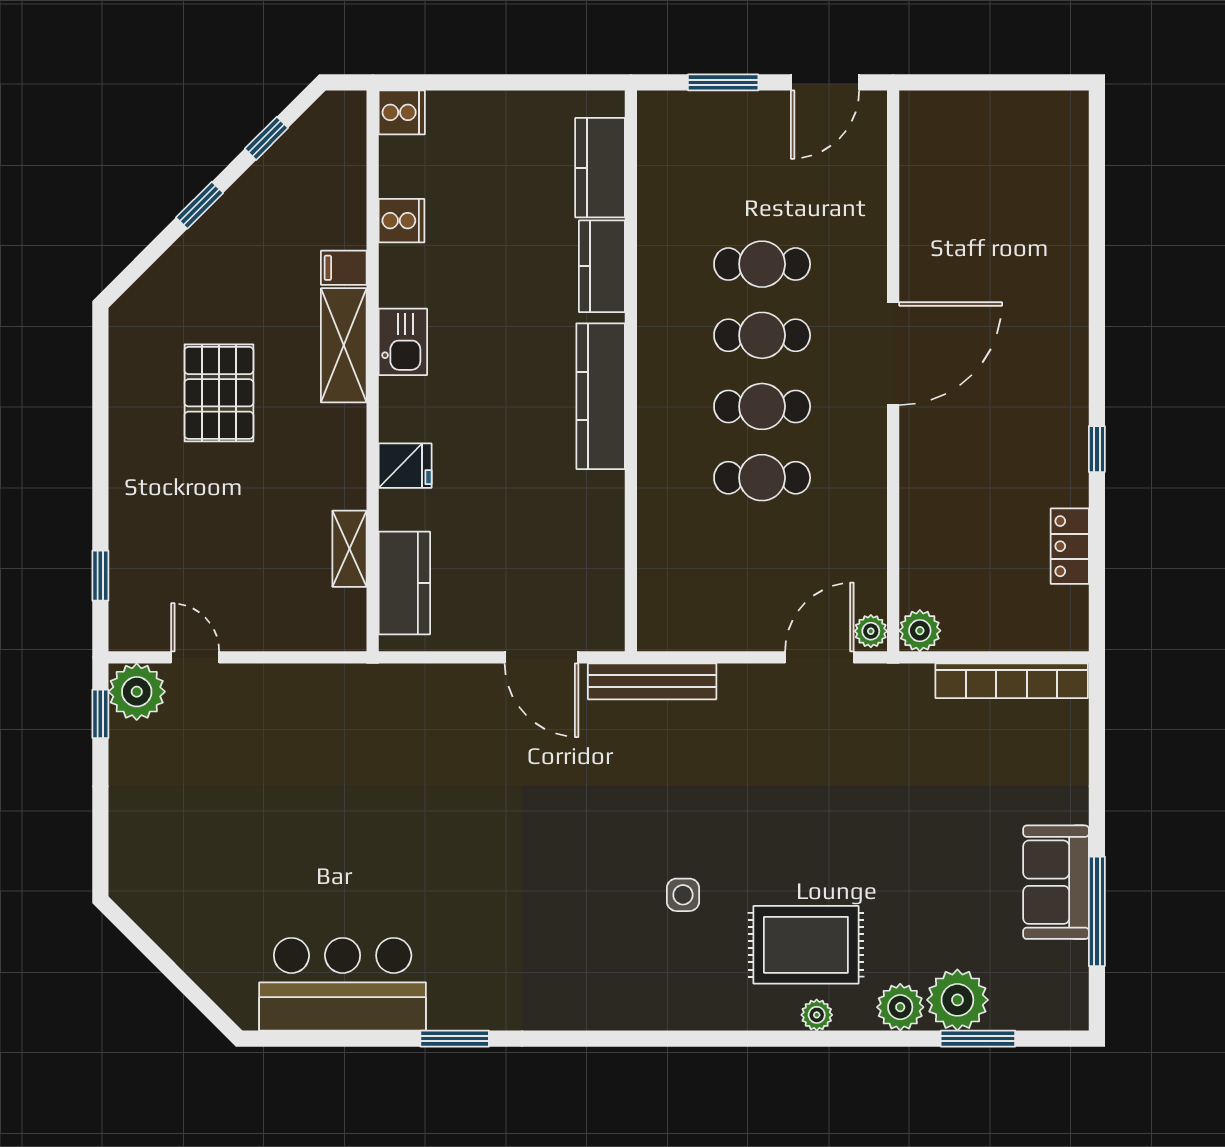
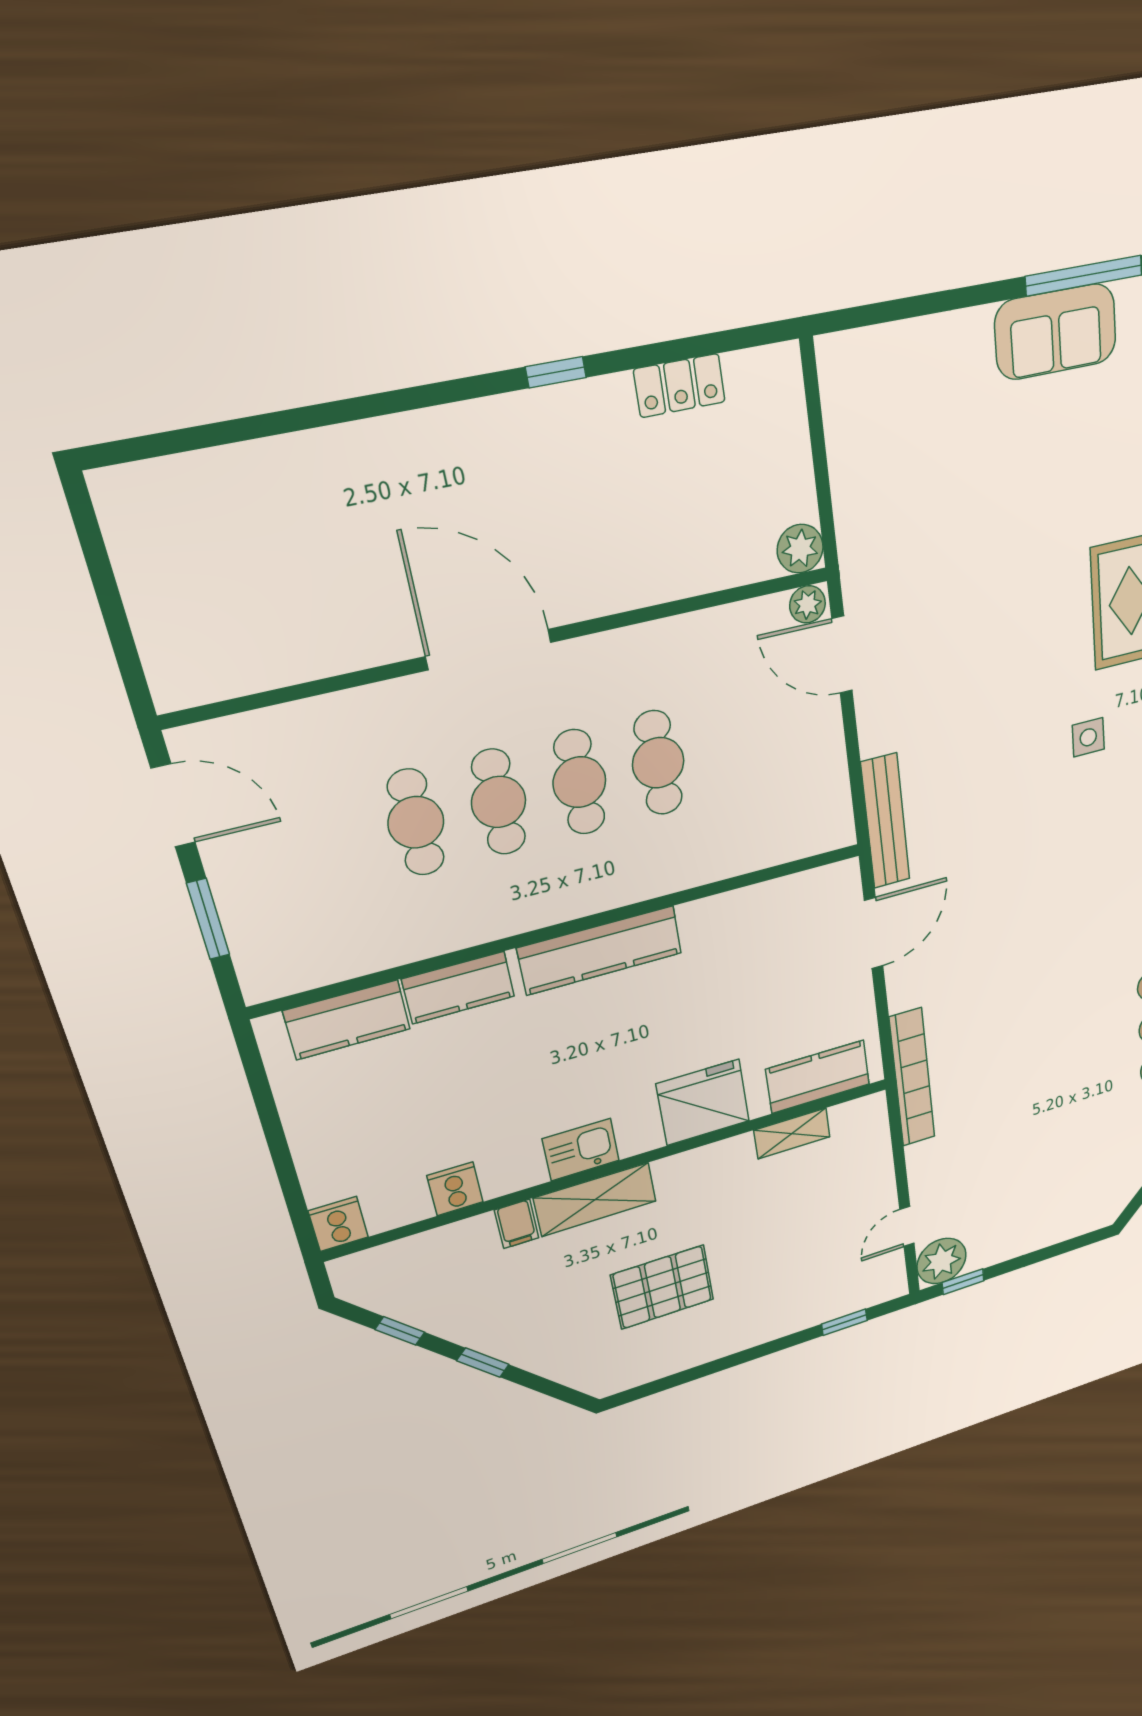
fridge: (405, 466) -> (703, 1102), width x1.88, depth x1.34
bookcase: (1012, 681) -> (912, 1078), moved

